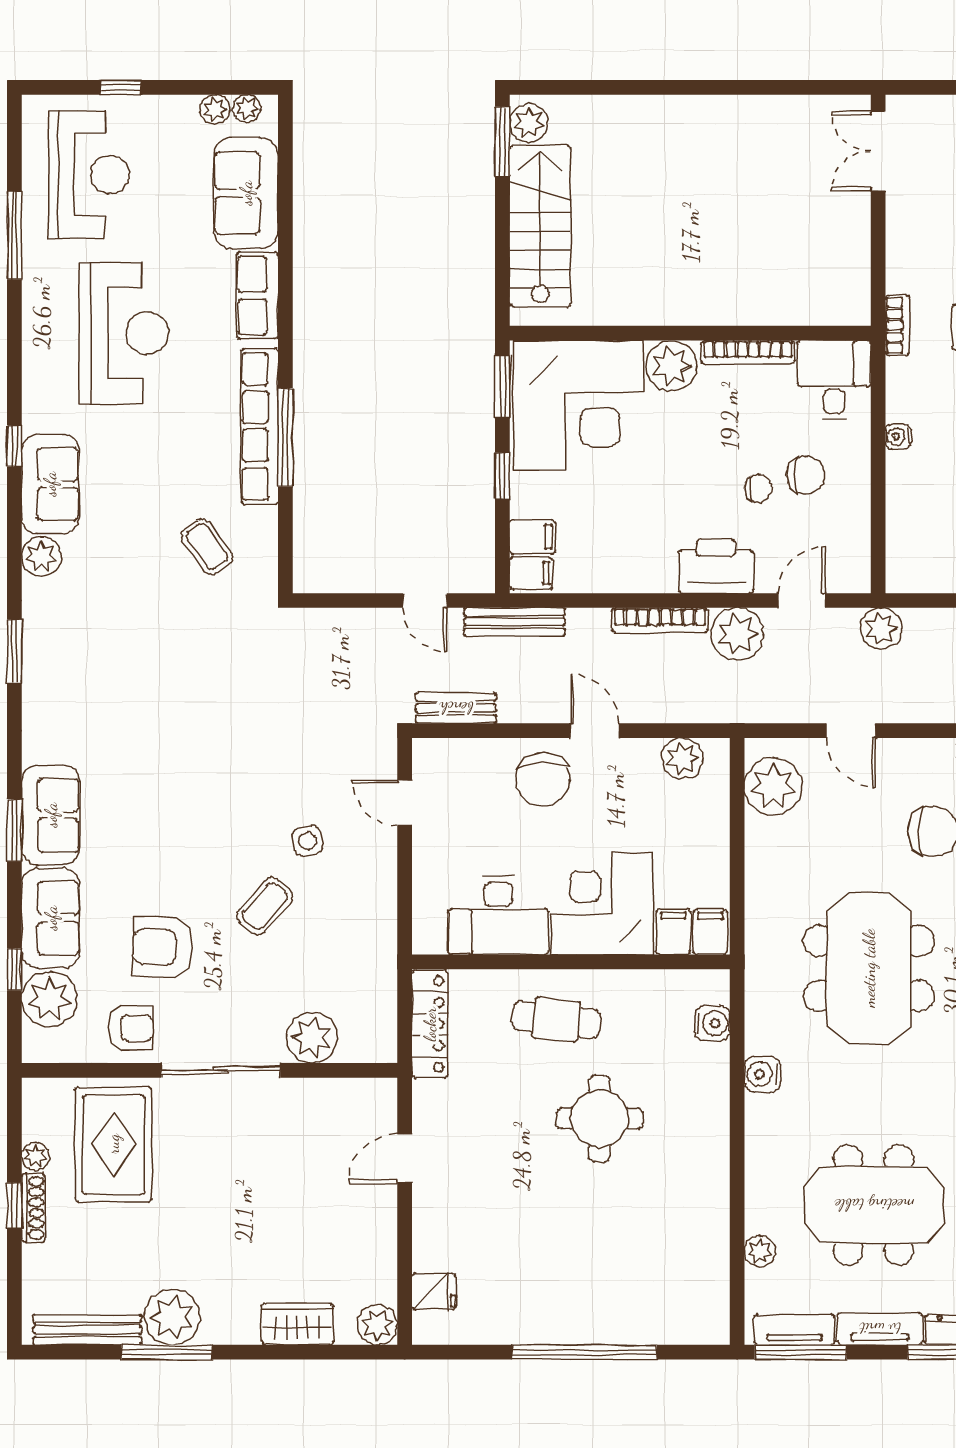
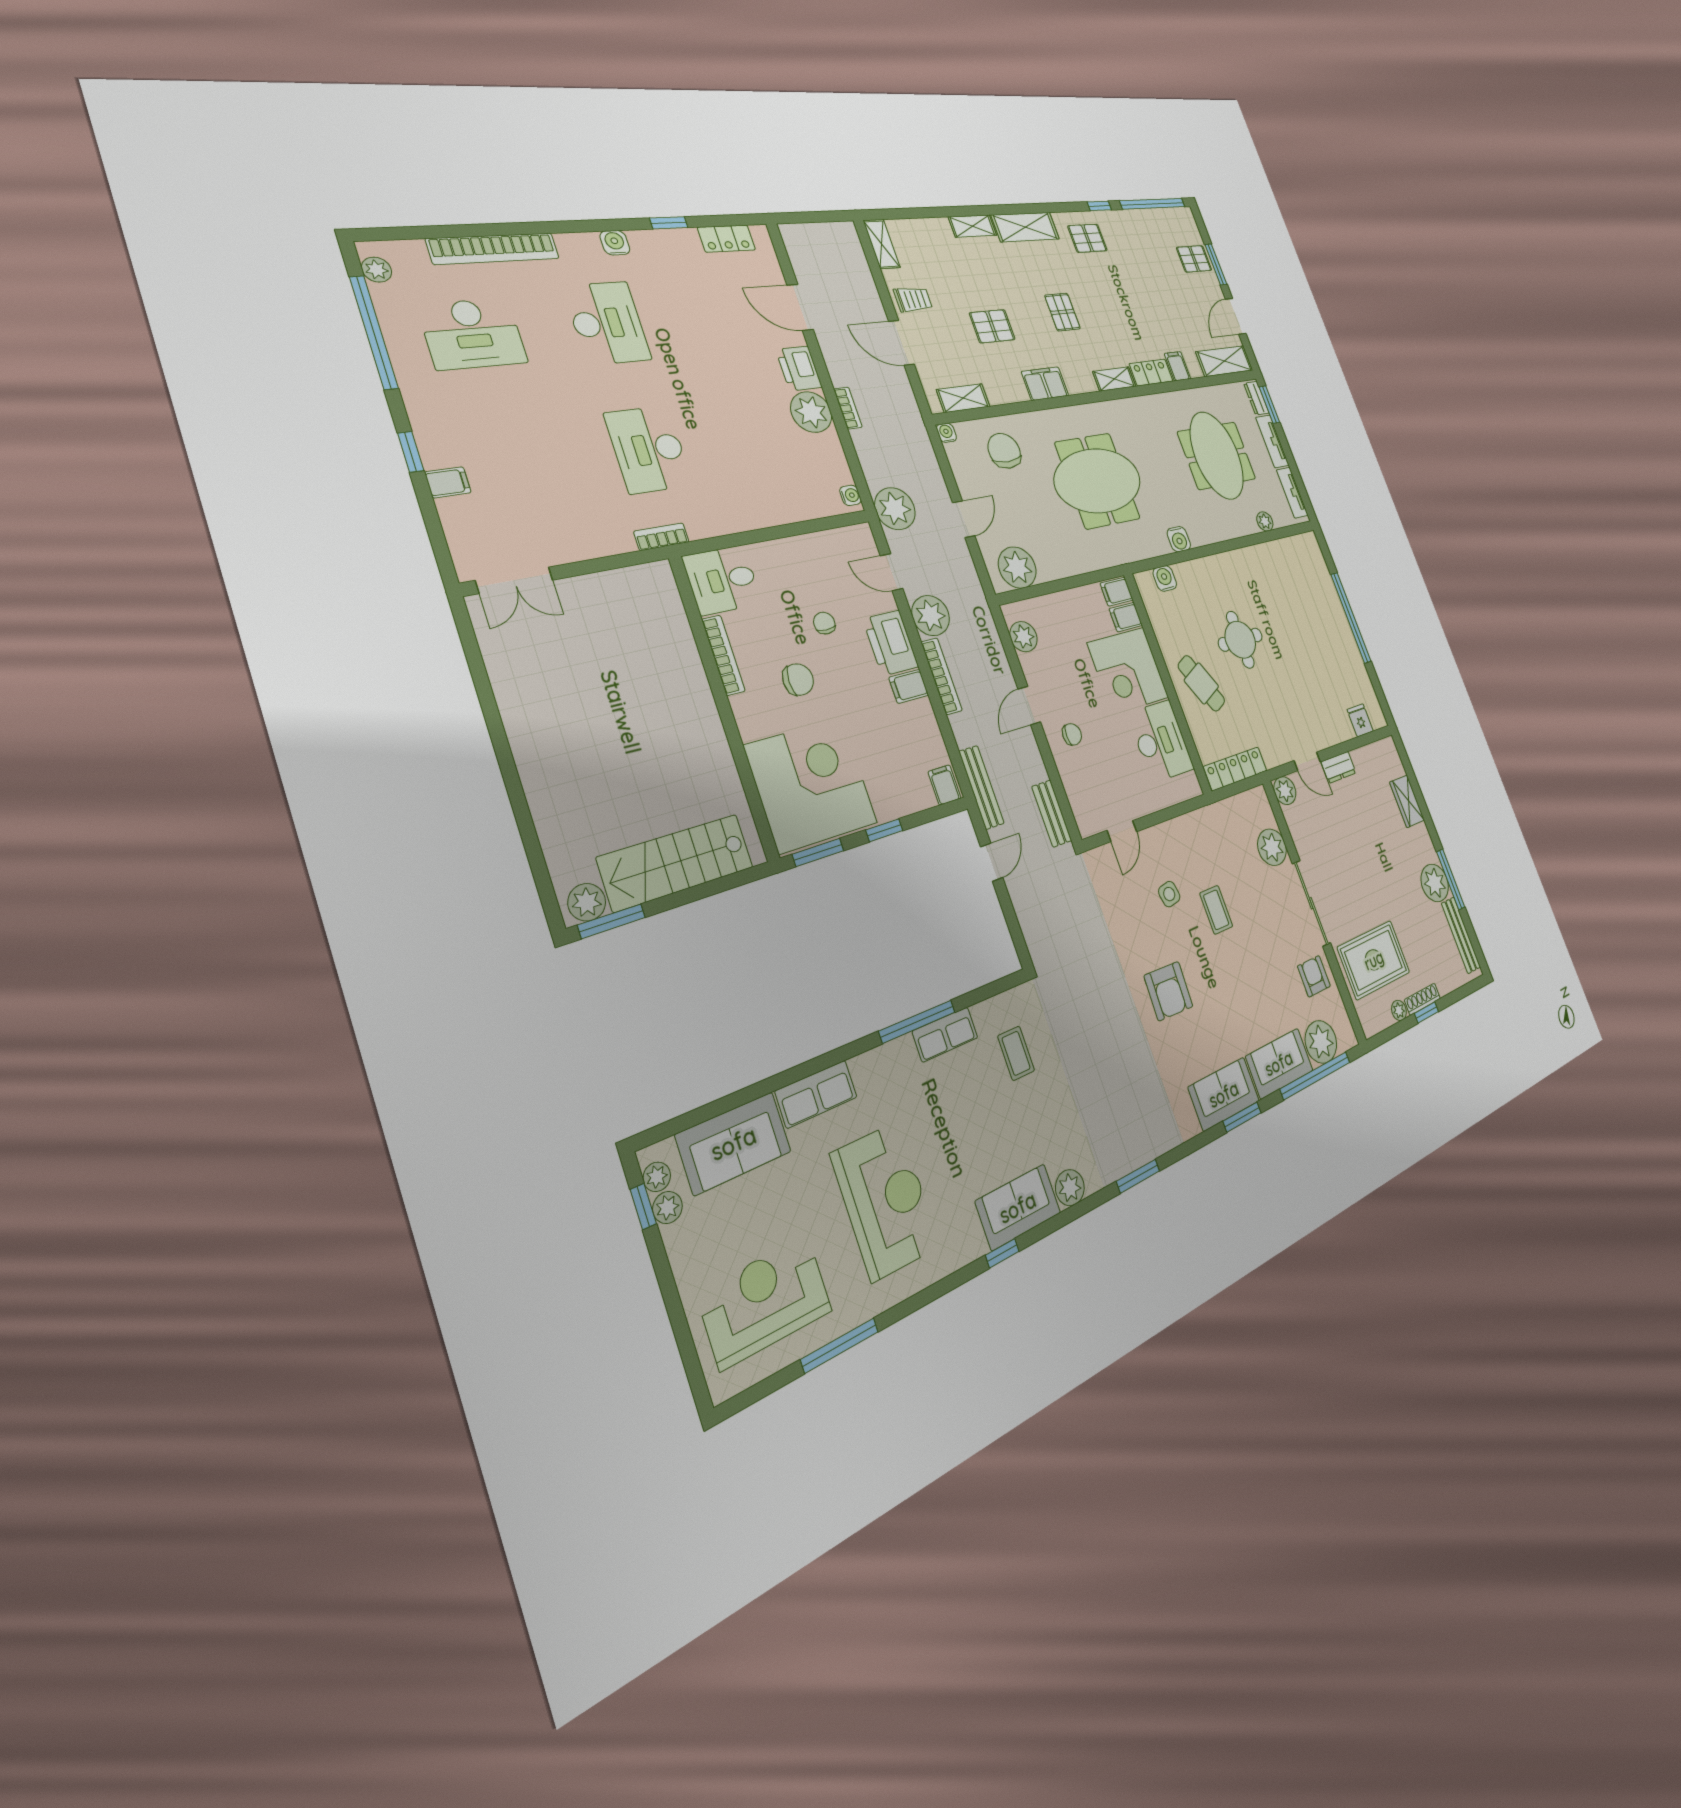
window: (120, 87) -> (643, 1207), moved
reception desk: (124, 333) -> (885, 1200), turned 90
plant: (671, 366) -> (755, 716), removed
row of seats: (260, 426) -> (945, 1034), width x0.50
water cooler: (898, 437) -> (850, 495), moved, turned -90
chair: (806, 475) -> (798, 680), moved, turned 90
filing cabinet: (532, 537) -> (909, 686), moved, turned -90
coffee table: (207, 547) -> (1016, 1053), turned -54
plant: (881, 628) -> (895, 509), width x1.36, depth x1.36
chair: (543, 779) -> (1072, 734), width x0.54, depth x0.54
coffee table: (265, 906) -> (1216, 910), turned 48
armchair: (163, 947) -> (1168, 991), moved
window: (14, 969) -> (1315, 1076), width x3.17
cafe table: (556, 1020) -> (1201, 683), turned -32
dresser: (381, 1214) -> (1339, 767), added
plant: (377, 1325) -> (1285, 791), moved
window: (801, 1352) -> (1301, 487), removed

